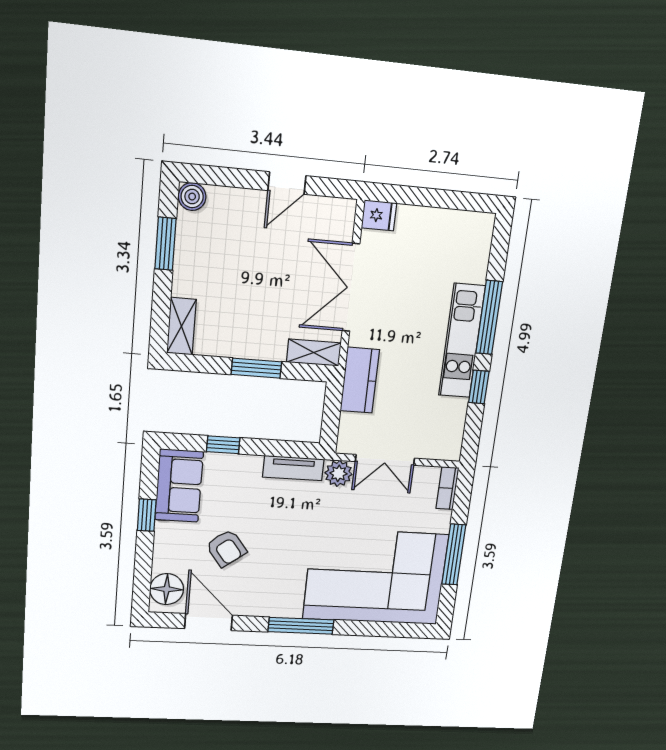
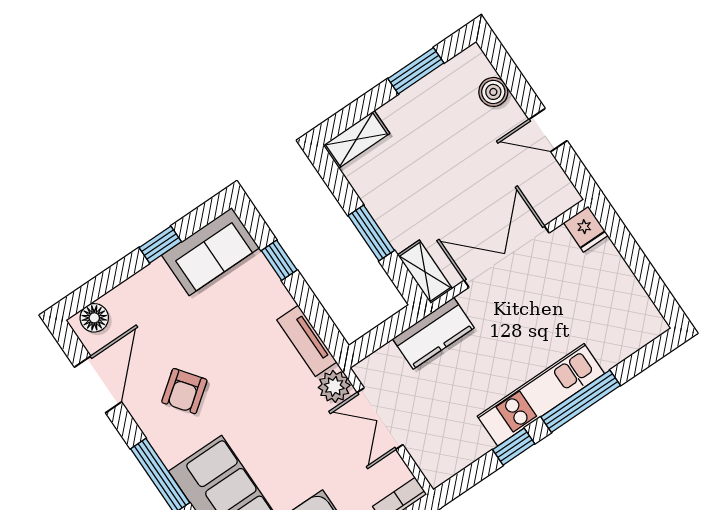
boiler: (192, 197) -> (493, 92), moved
armchair: (226, 548) -> (184, 391), moved
floor lamp: (167, 589) -> (94, 318), width x0.73, depth x0.73

